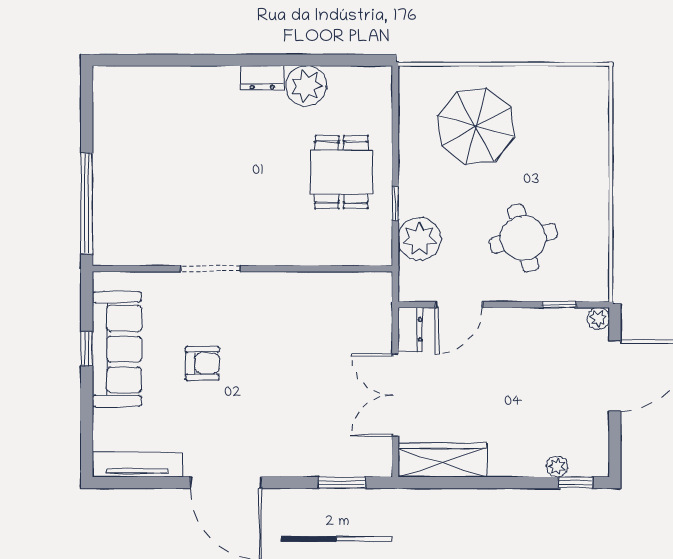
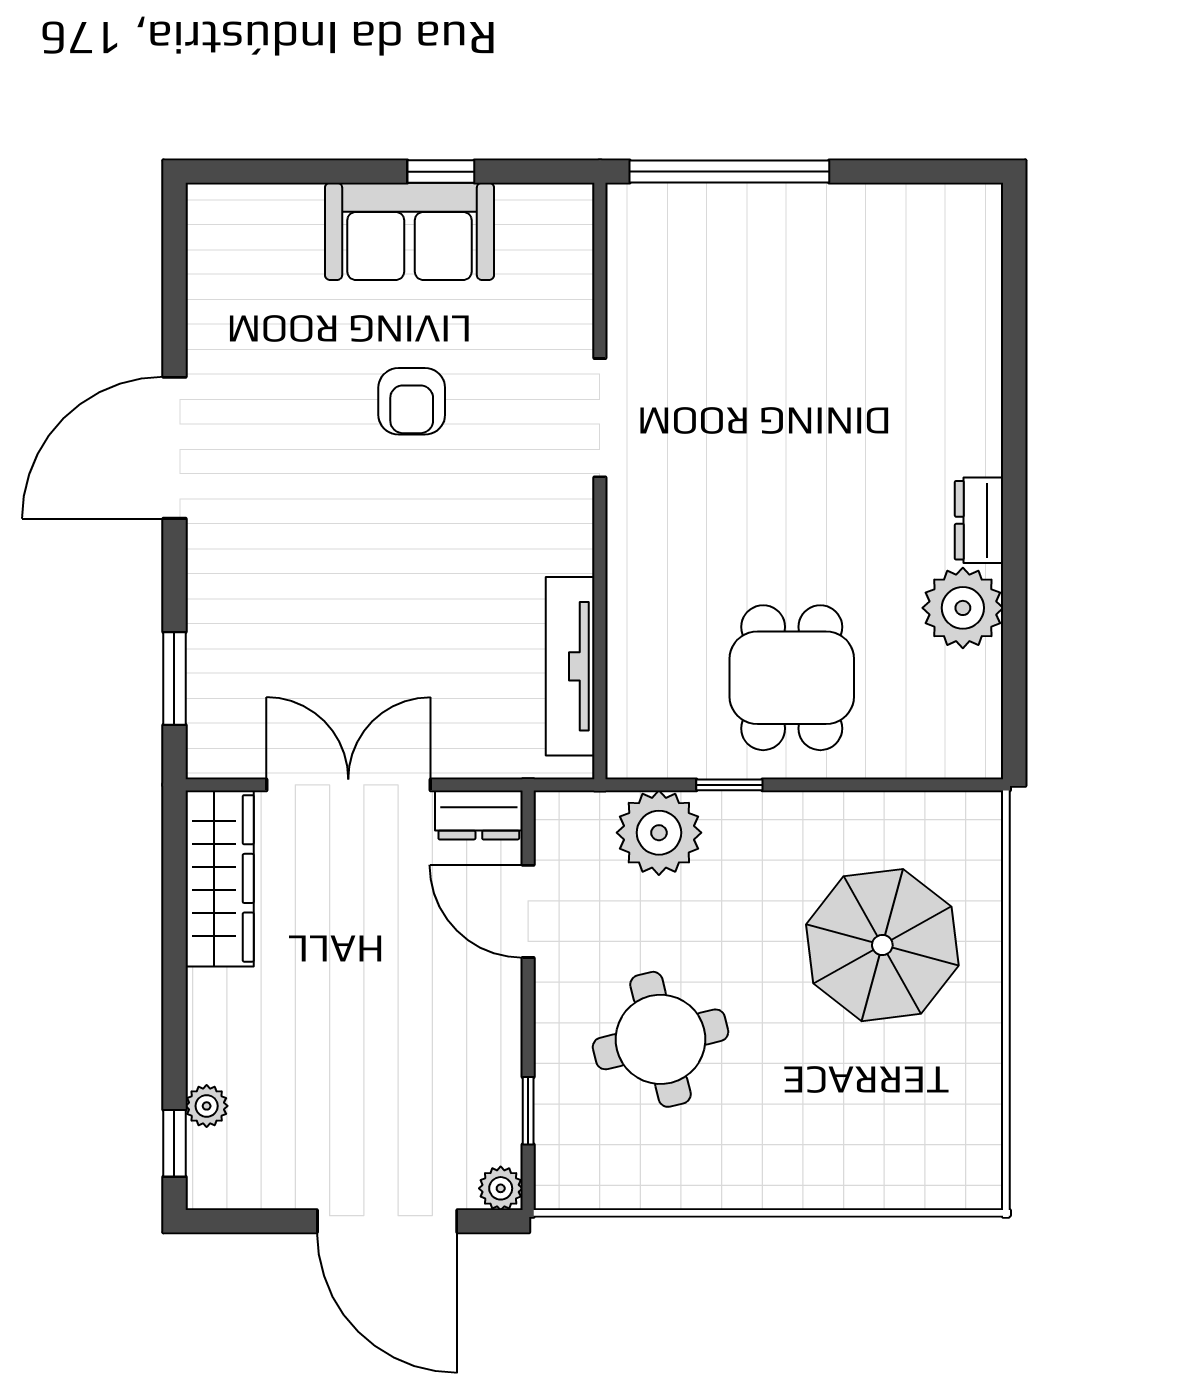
dining table: (341, 172) -> (792, 678), turned 90
sofa: (117, 349) -> (410, 231), width x0.73
tv unit: (137, 465) -> (570, 666), moved, turned 180

